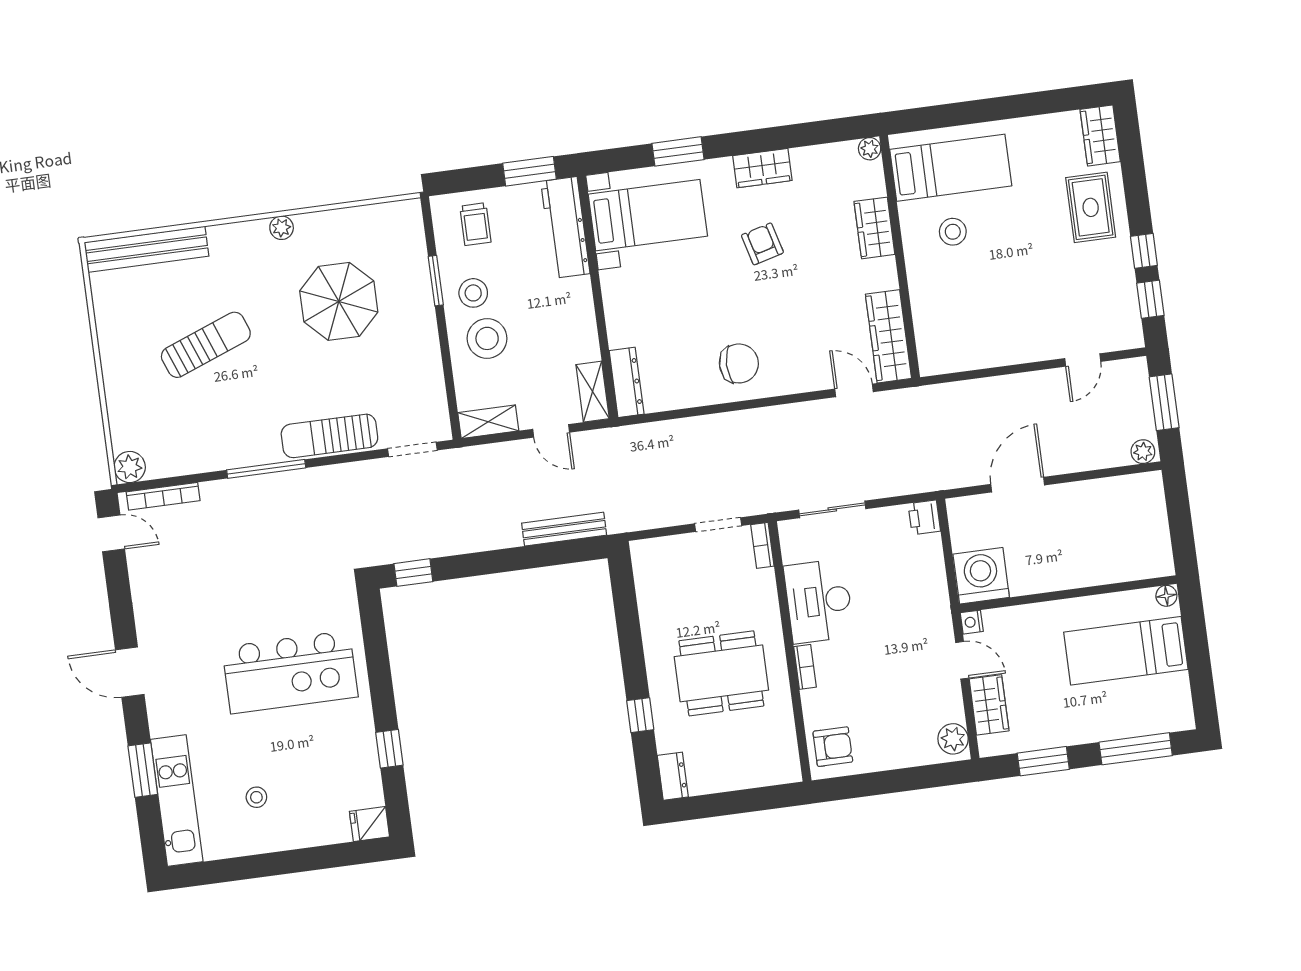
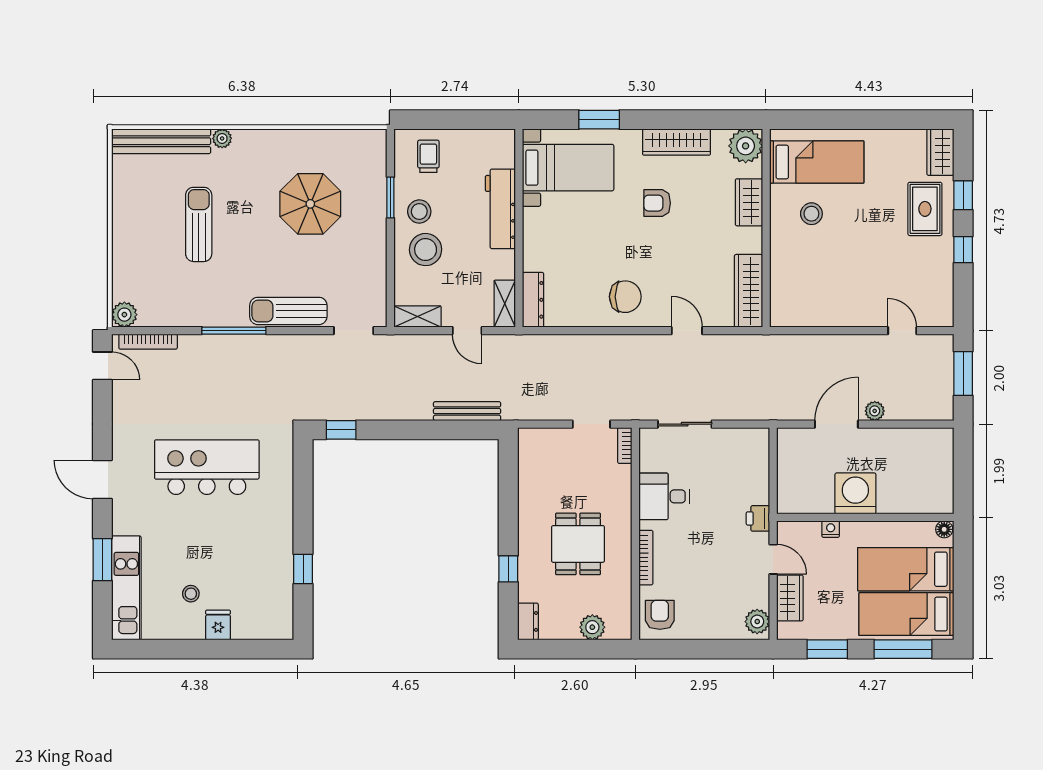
plant: (870, 149) -> (746, 146), width x1.88, depth x1.88
wardrobe: (762, 168) -> (676, 142), width x1.50
window: (529, 171) -> (478, 120), removed
trolley: (475, 224) -> (428, 156), turned 180
plant: (282, 228) -> (222, 138), moved
workbench: (565, 228) -> (500, 209), moved
armchair: (762, 244) -> (657, 203), turned -75
window: (1150, 299) -> (963, 195), moved
sun lounger: (206, 345) -> (199, 224), turned -69
door: (1083, 360) -> (902, 331), swing flipped
door: (854, 390) -> (687, 331), moved
plant: (1143, 452) -> (875, 411), moved
printer: (924, 517) -> (758, 518), moved
washing machine: (981, 576) -> (855, 493), moved
desk: (819, 601) -> (664, 496), width x0.73
nightstand: (972, 622) -> (831, 529), moved, turned 90
bookcase: (805, 667) -> (646, 558), width x1.56
kitchen island: (290, 672) -> (207, 467), moved, turned 180
dining table: (721, 673) -> (578, 544), width x0.73
bed: (1134, 705) -> (906, 614), added
armchair: (833, 747) -> (660, 615), turned -90
plant: (752, 773) -> (592, 627), added
fridge: (369, 824) -> (218, 625), moved, turned 90

